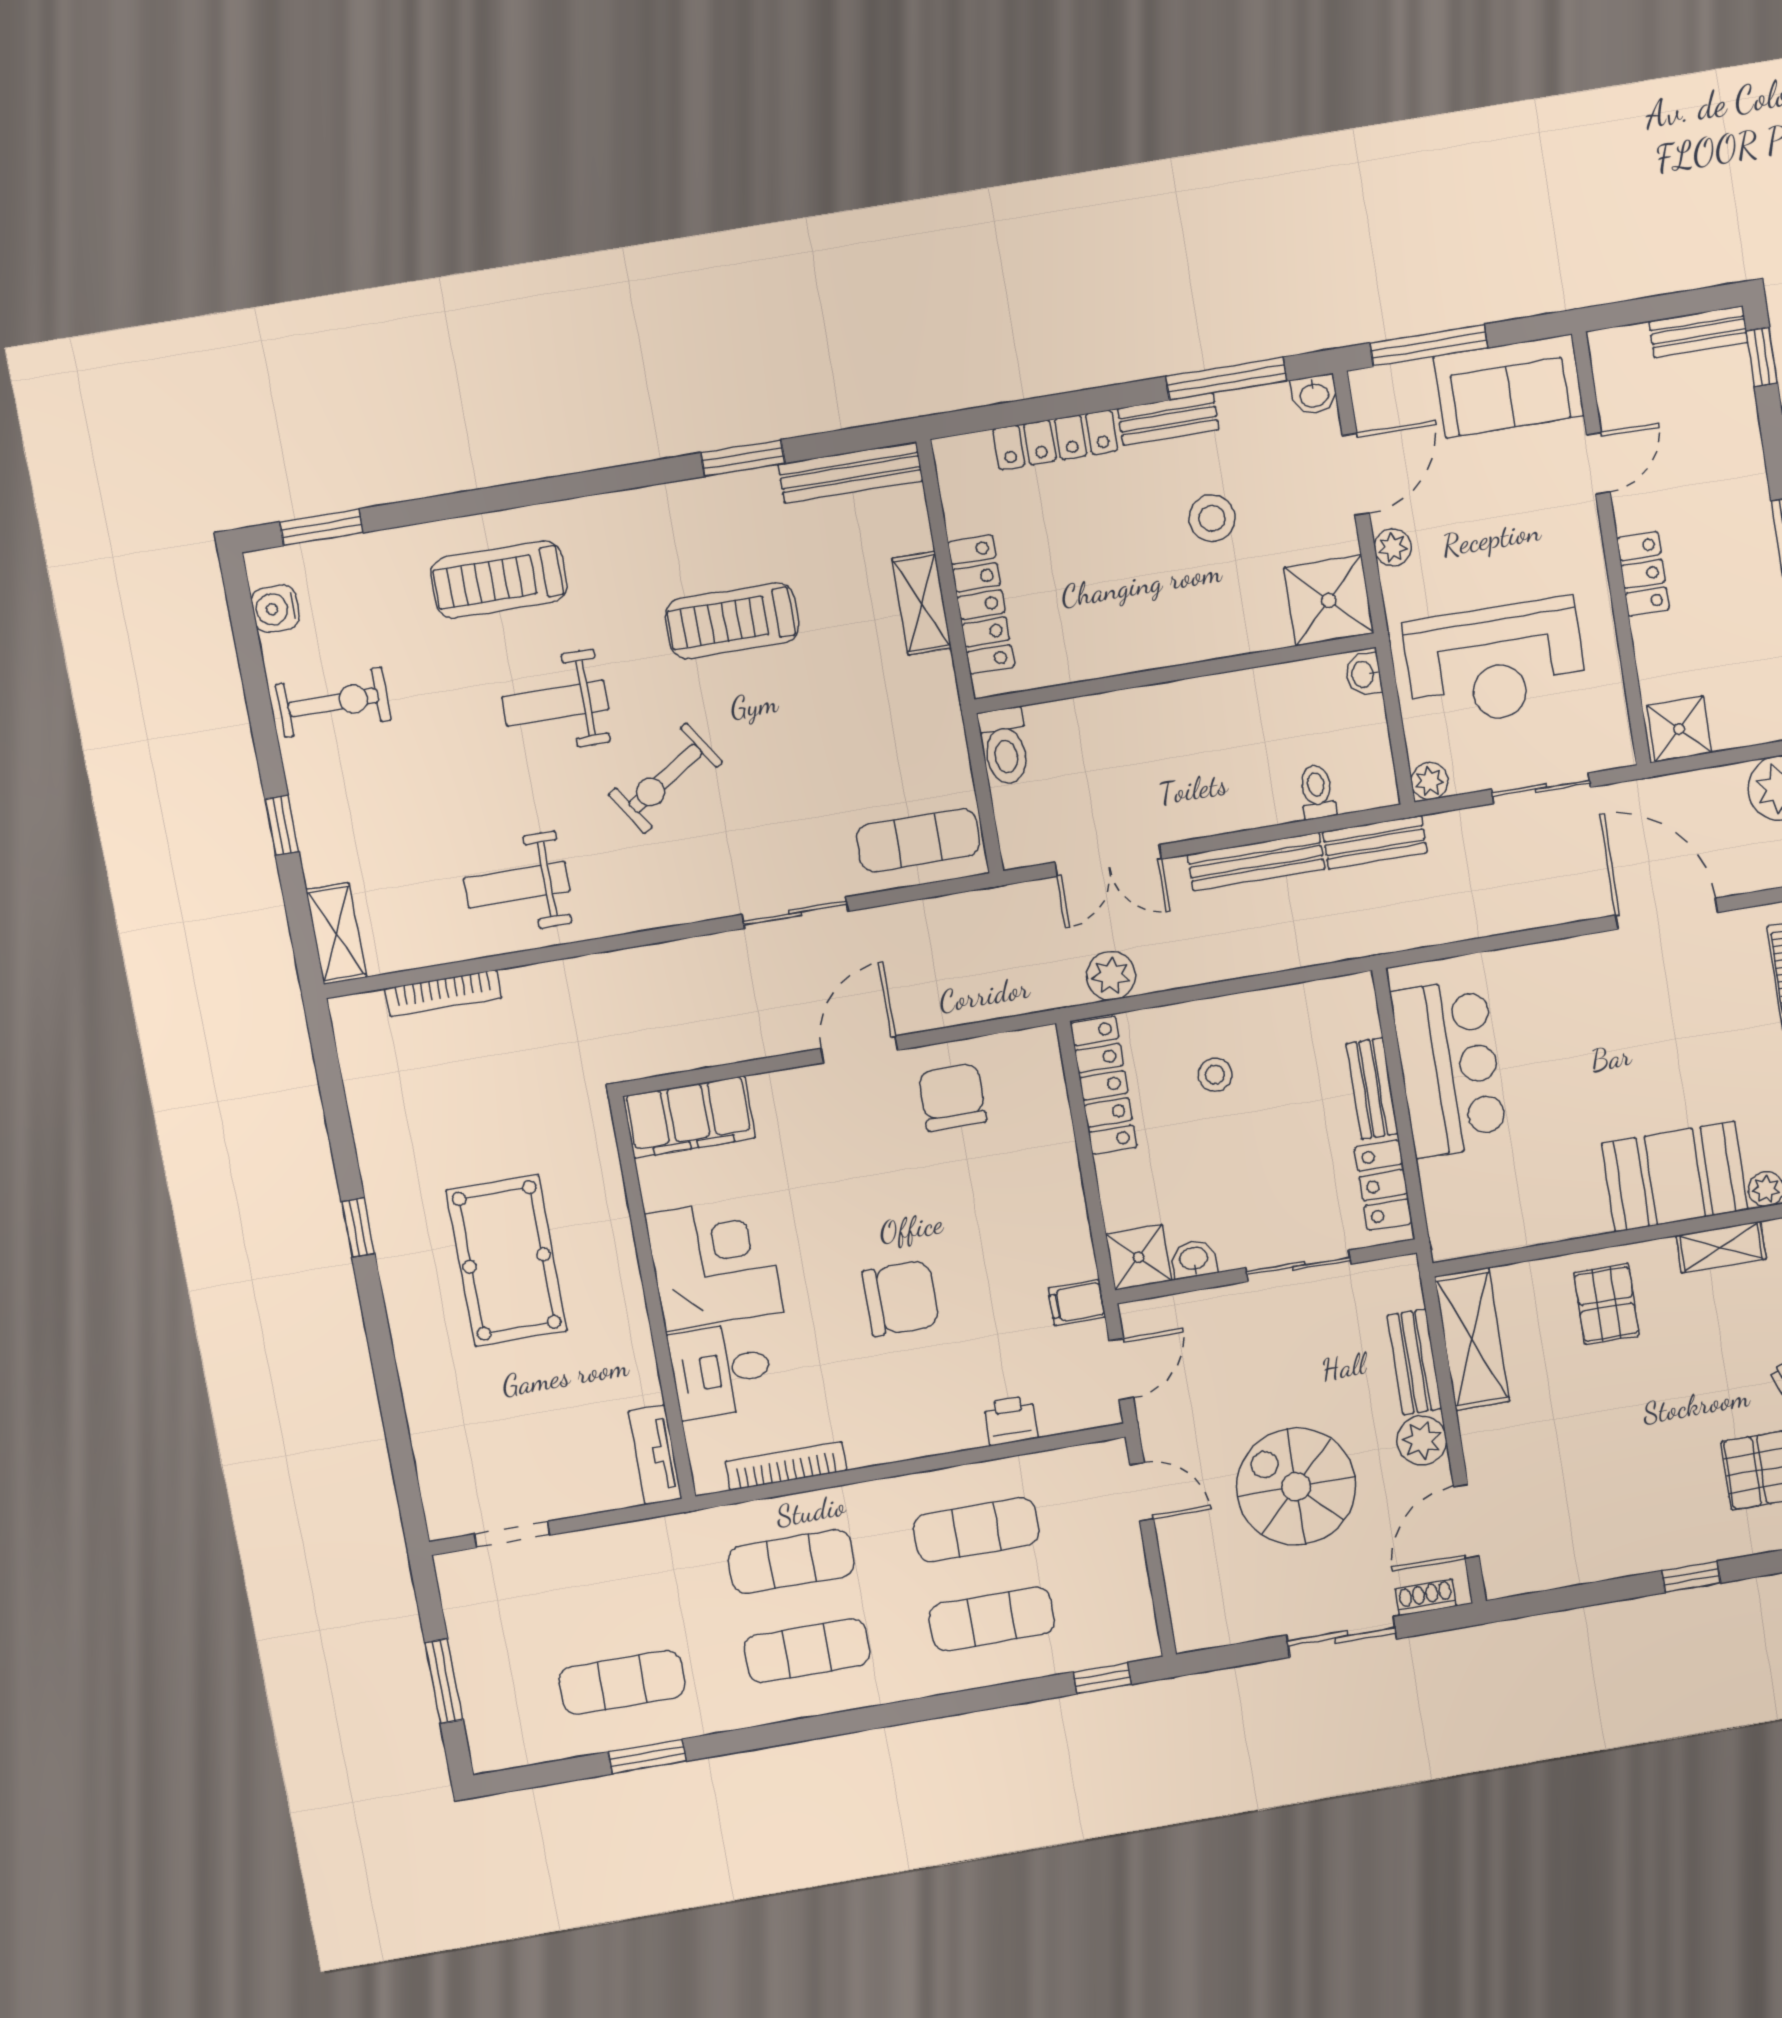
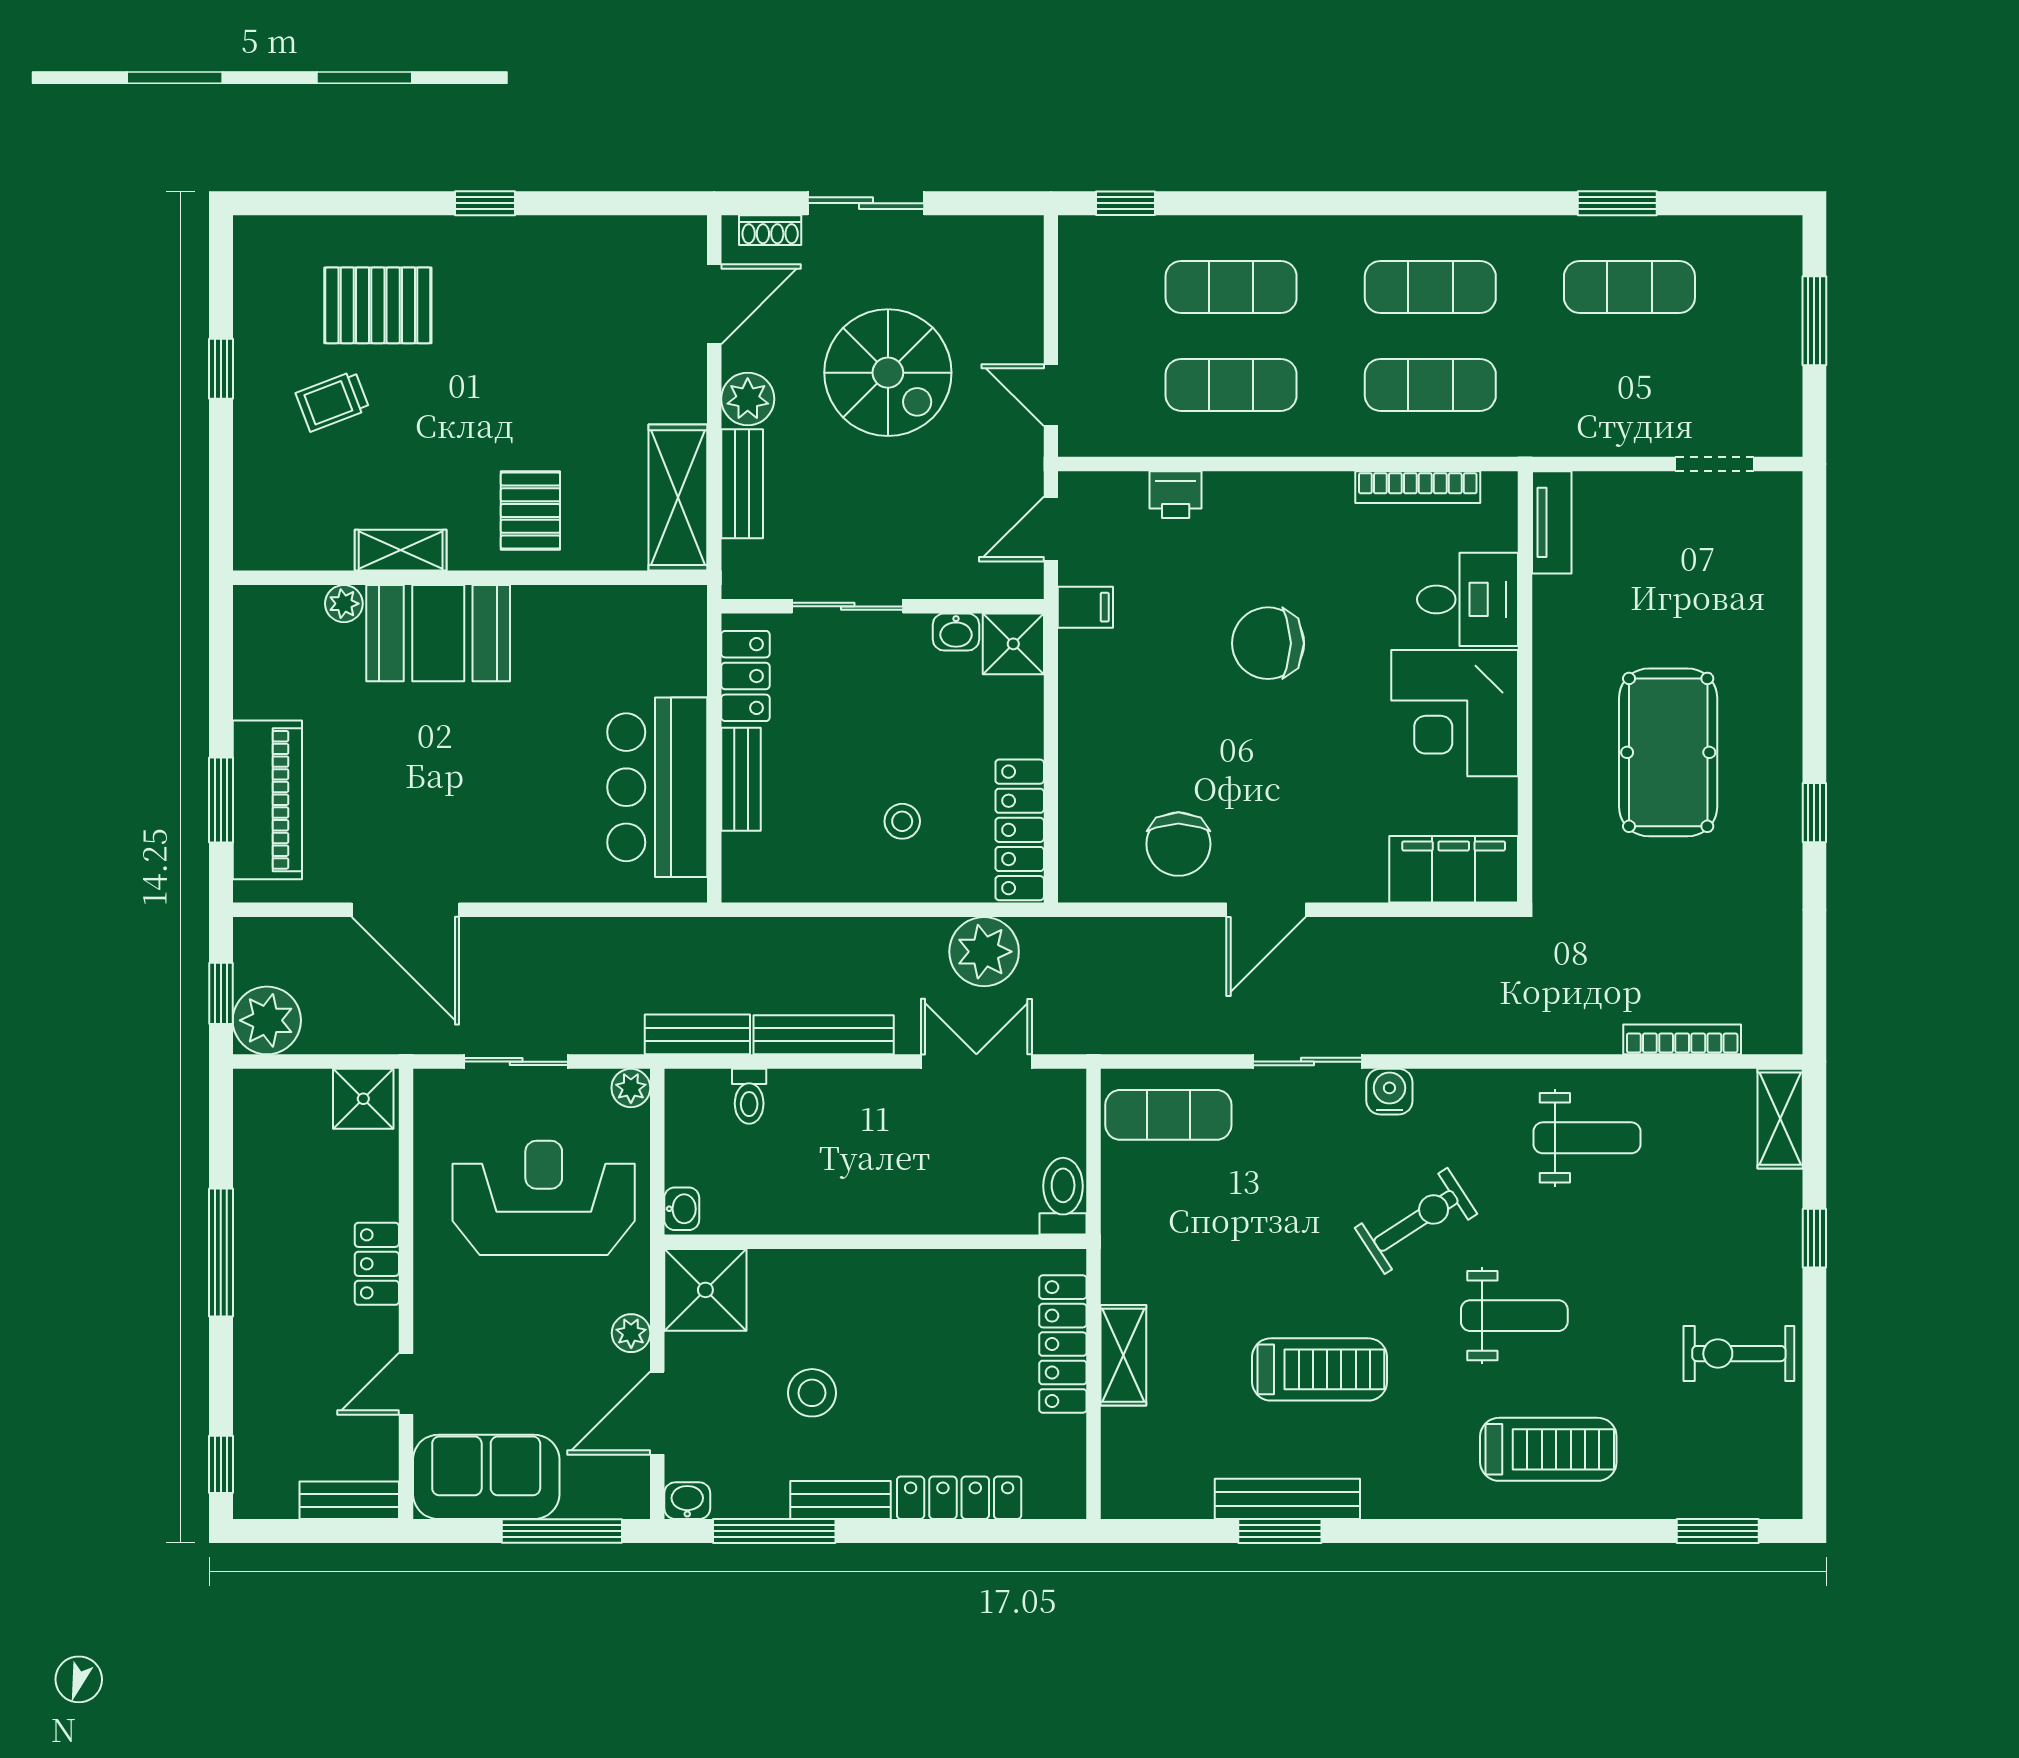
bench: (1699, 332) -> (349, 1500), moved
bench: (850, 472) -> (1287, 1499), moved
water cooler: (275, 609) -> (1389, 1092), moved, turned -90
plant: (1111, 976) -> (984, 952), width x1.36, depth x1.36

